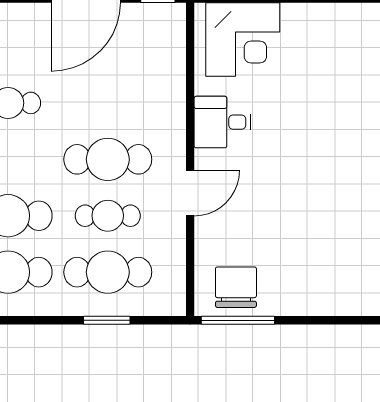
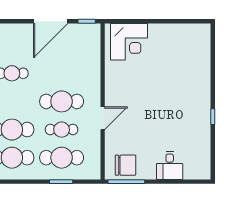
desk: (222, 122) -> (170, 166), moved, turned -90
chair: (236, 287) -> (125, 165), turned 90

